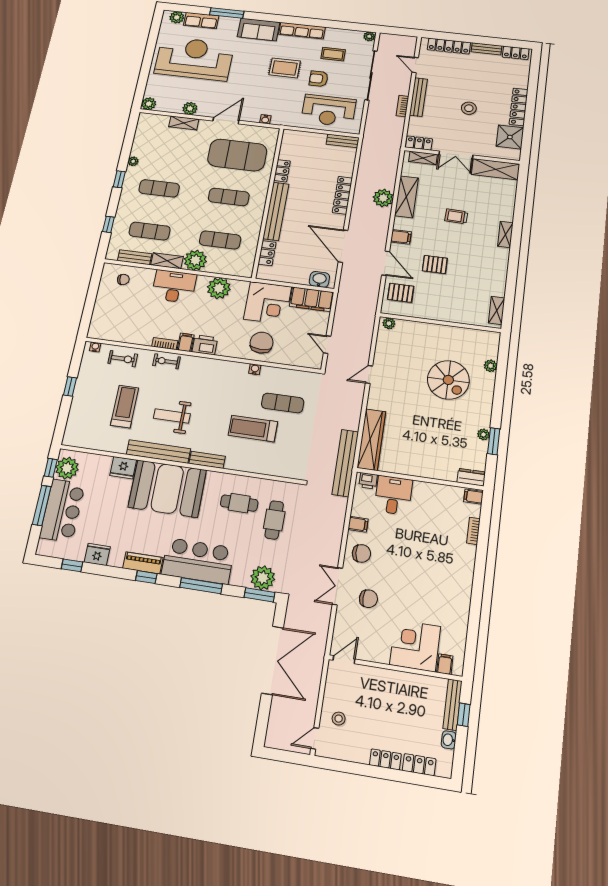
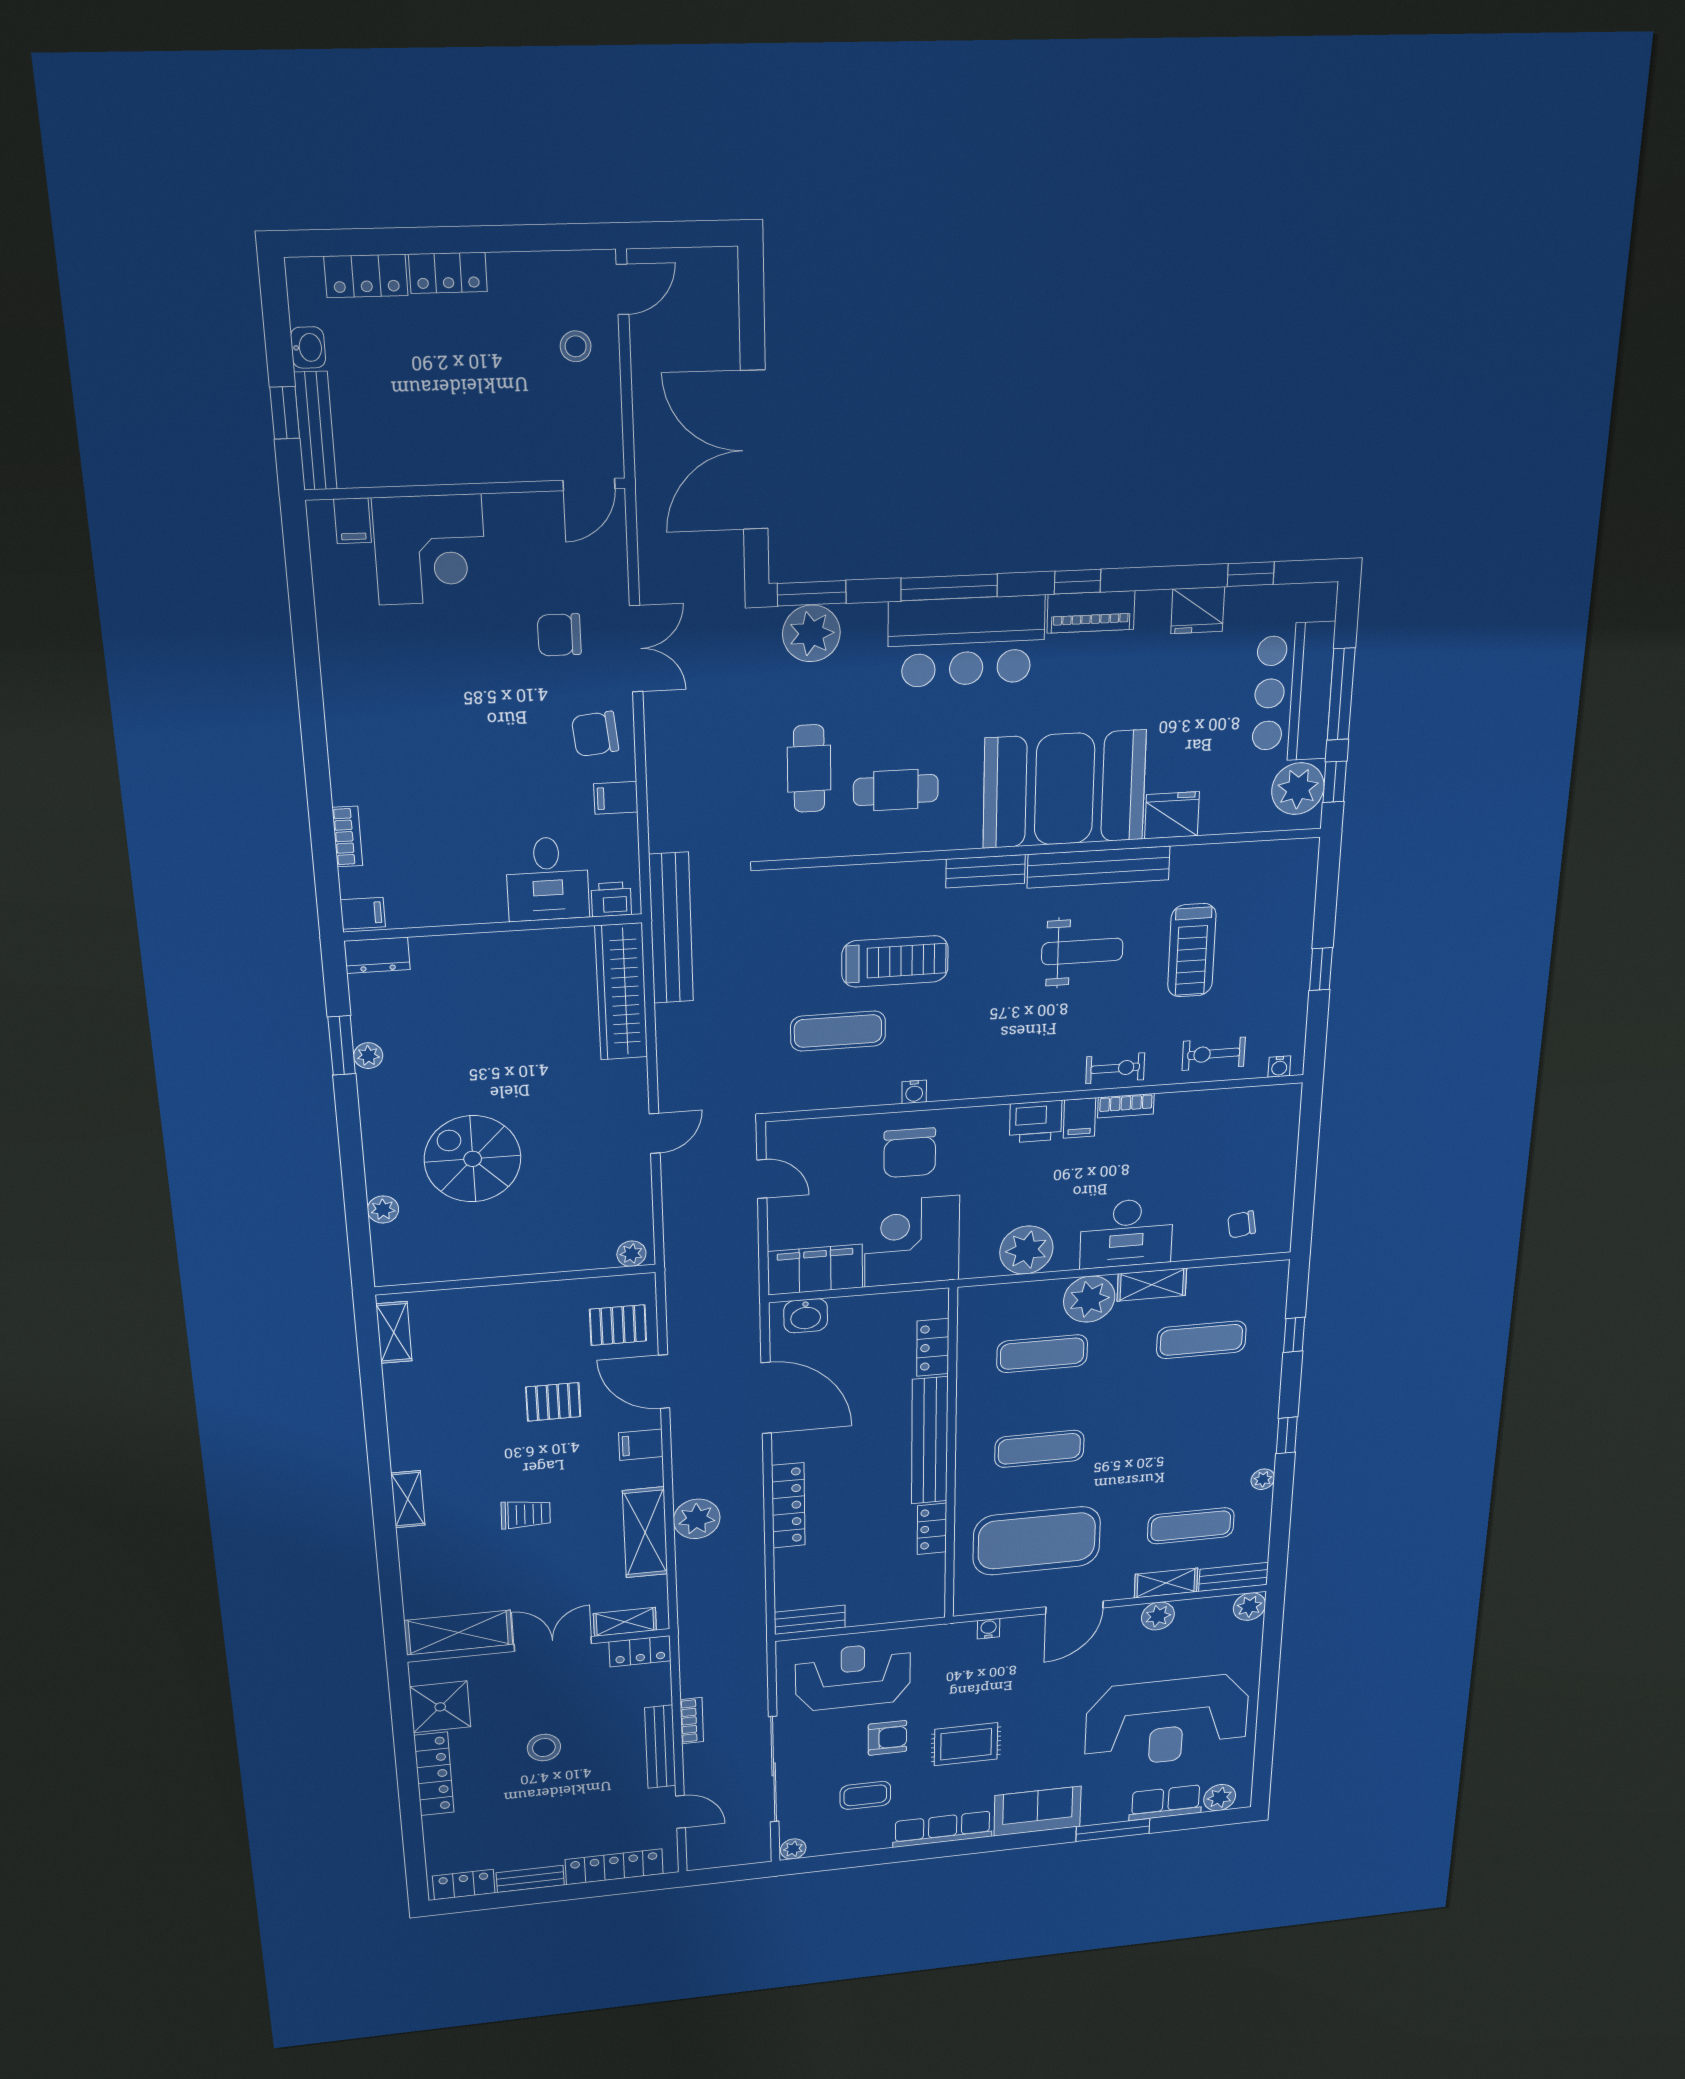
exercise mat: (159, 188) -> (1191, 1526), moved
bench: (135, 257) -> (1234, 1577), moved

